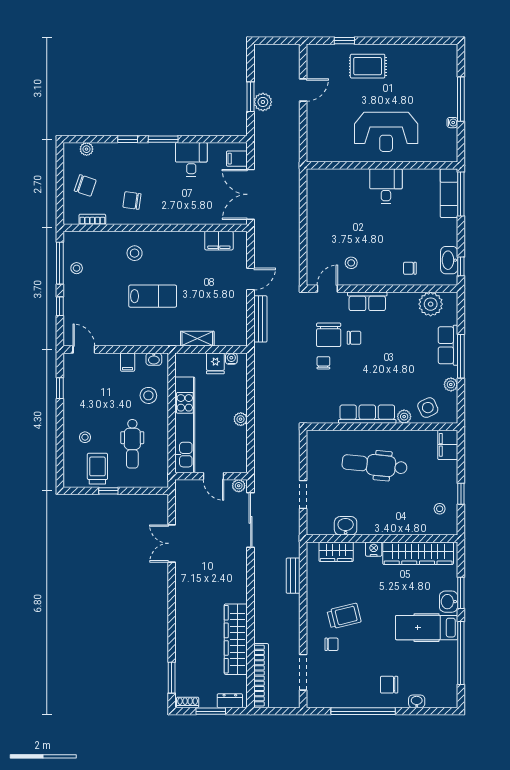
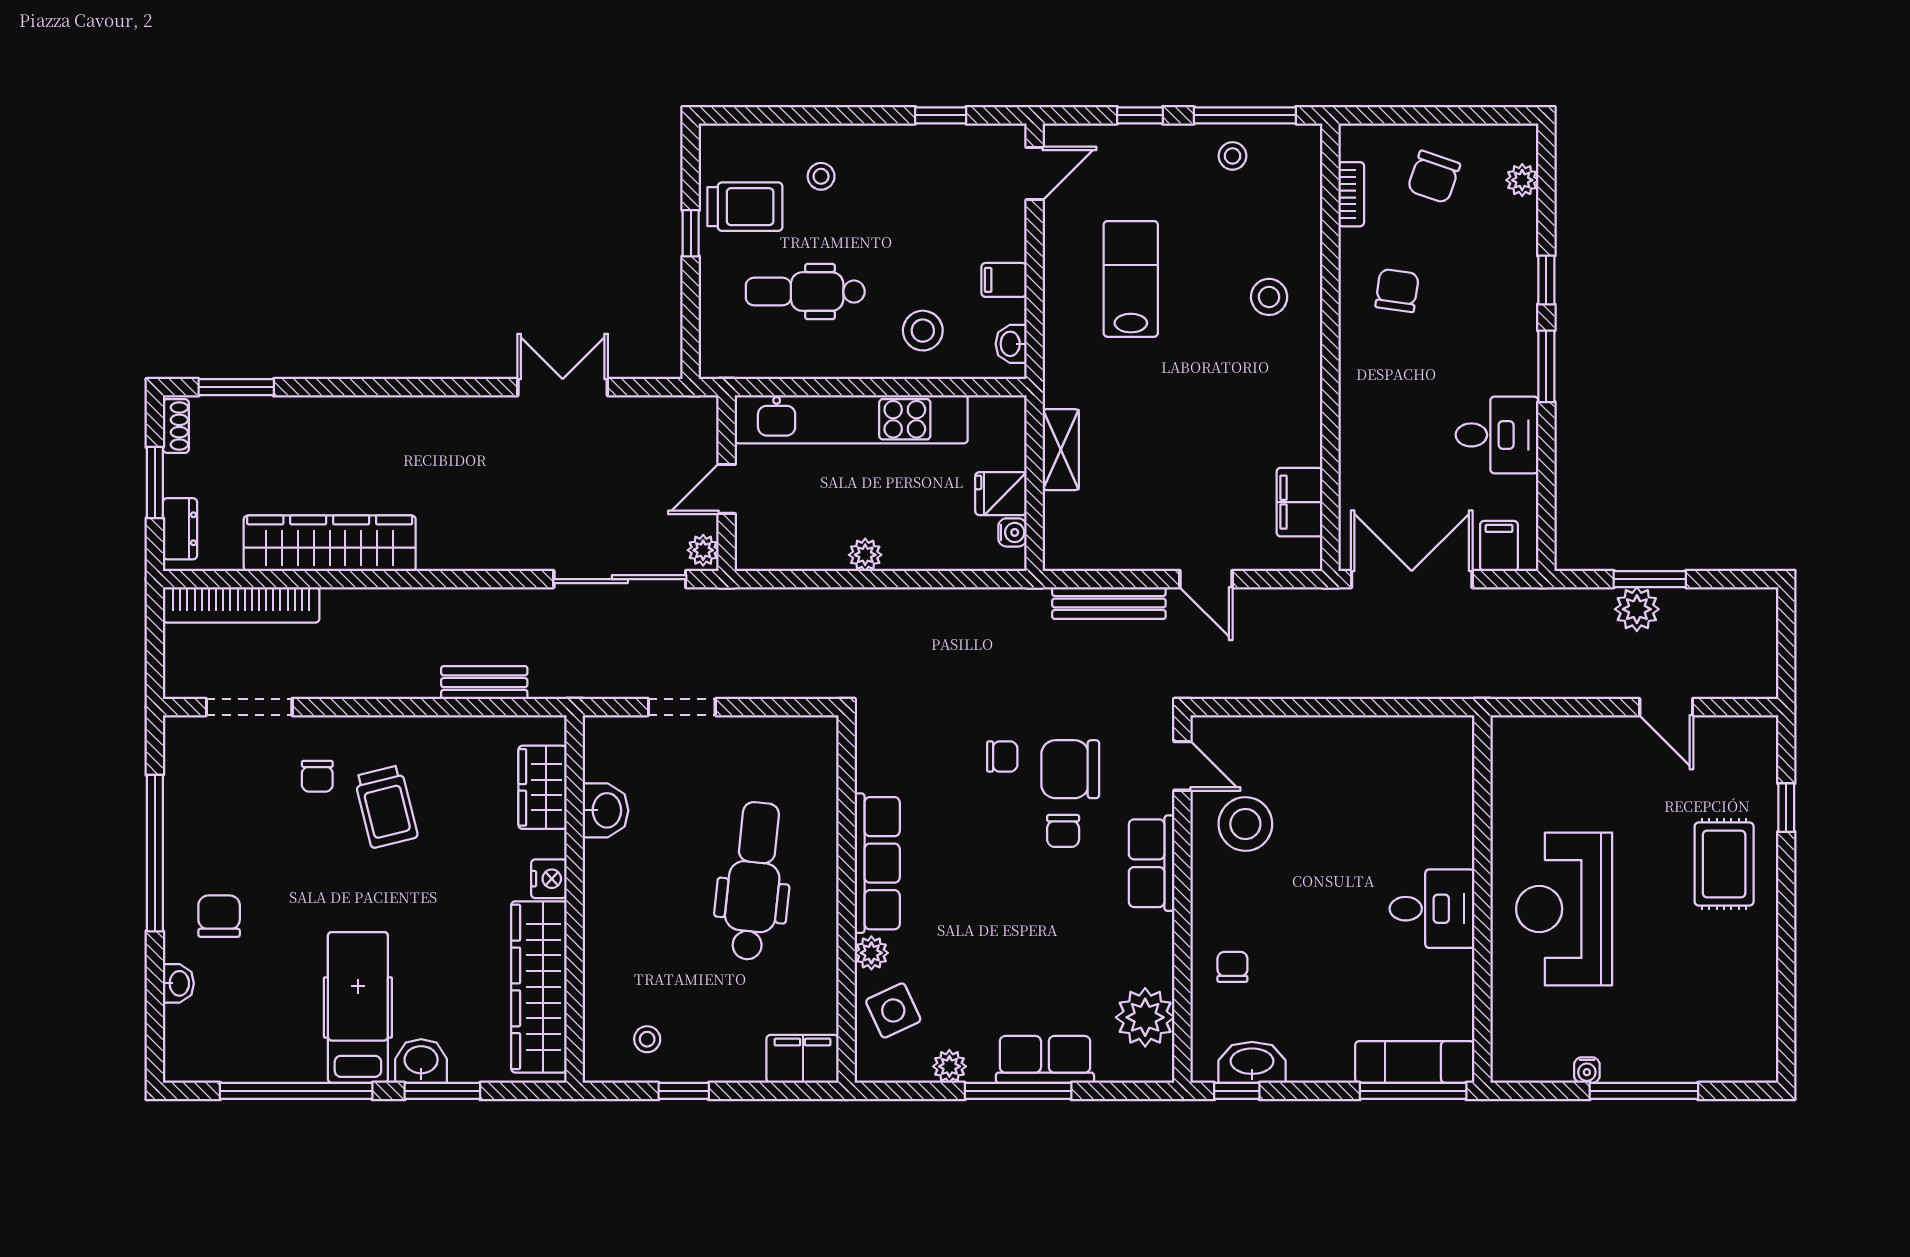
stool: (351, 263) -> (1245, 824), width x1.89, depth x1.89
lab bench: (153, 296) -> (1131, 279), moved, turned 180

